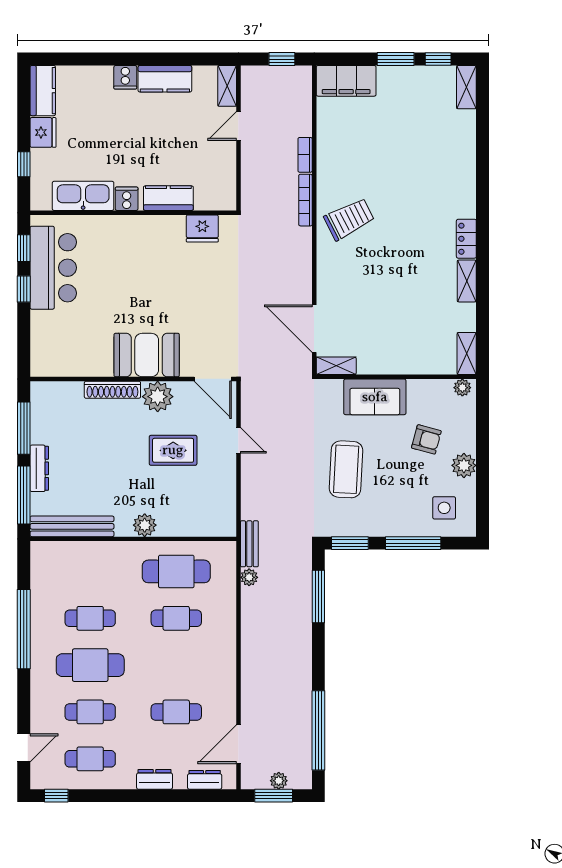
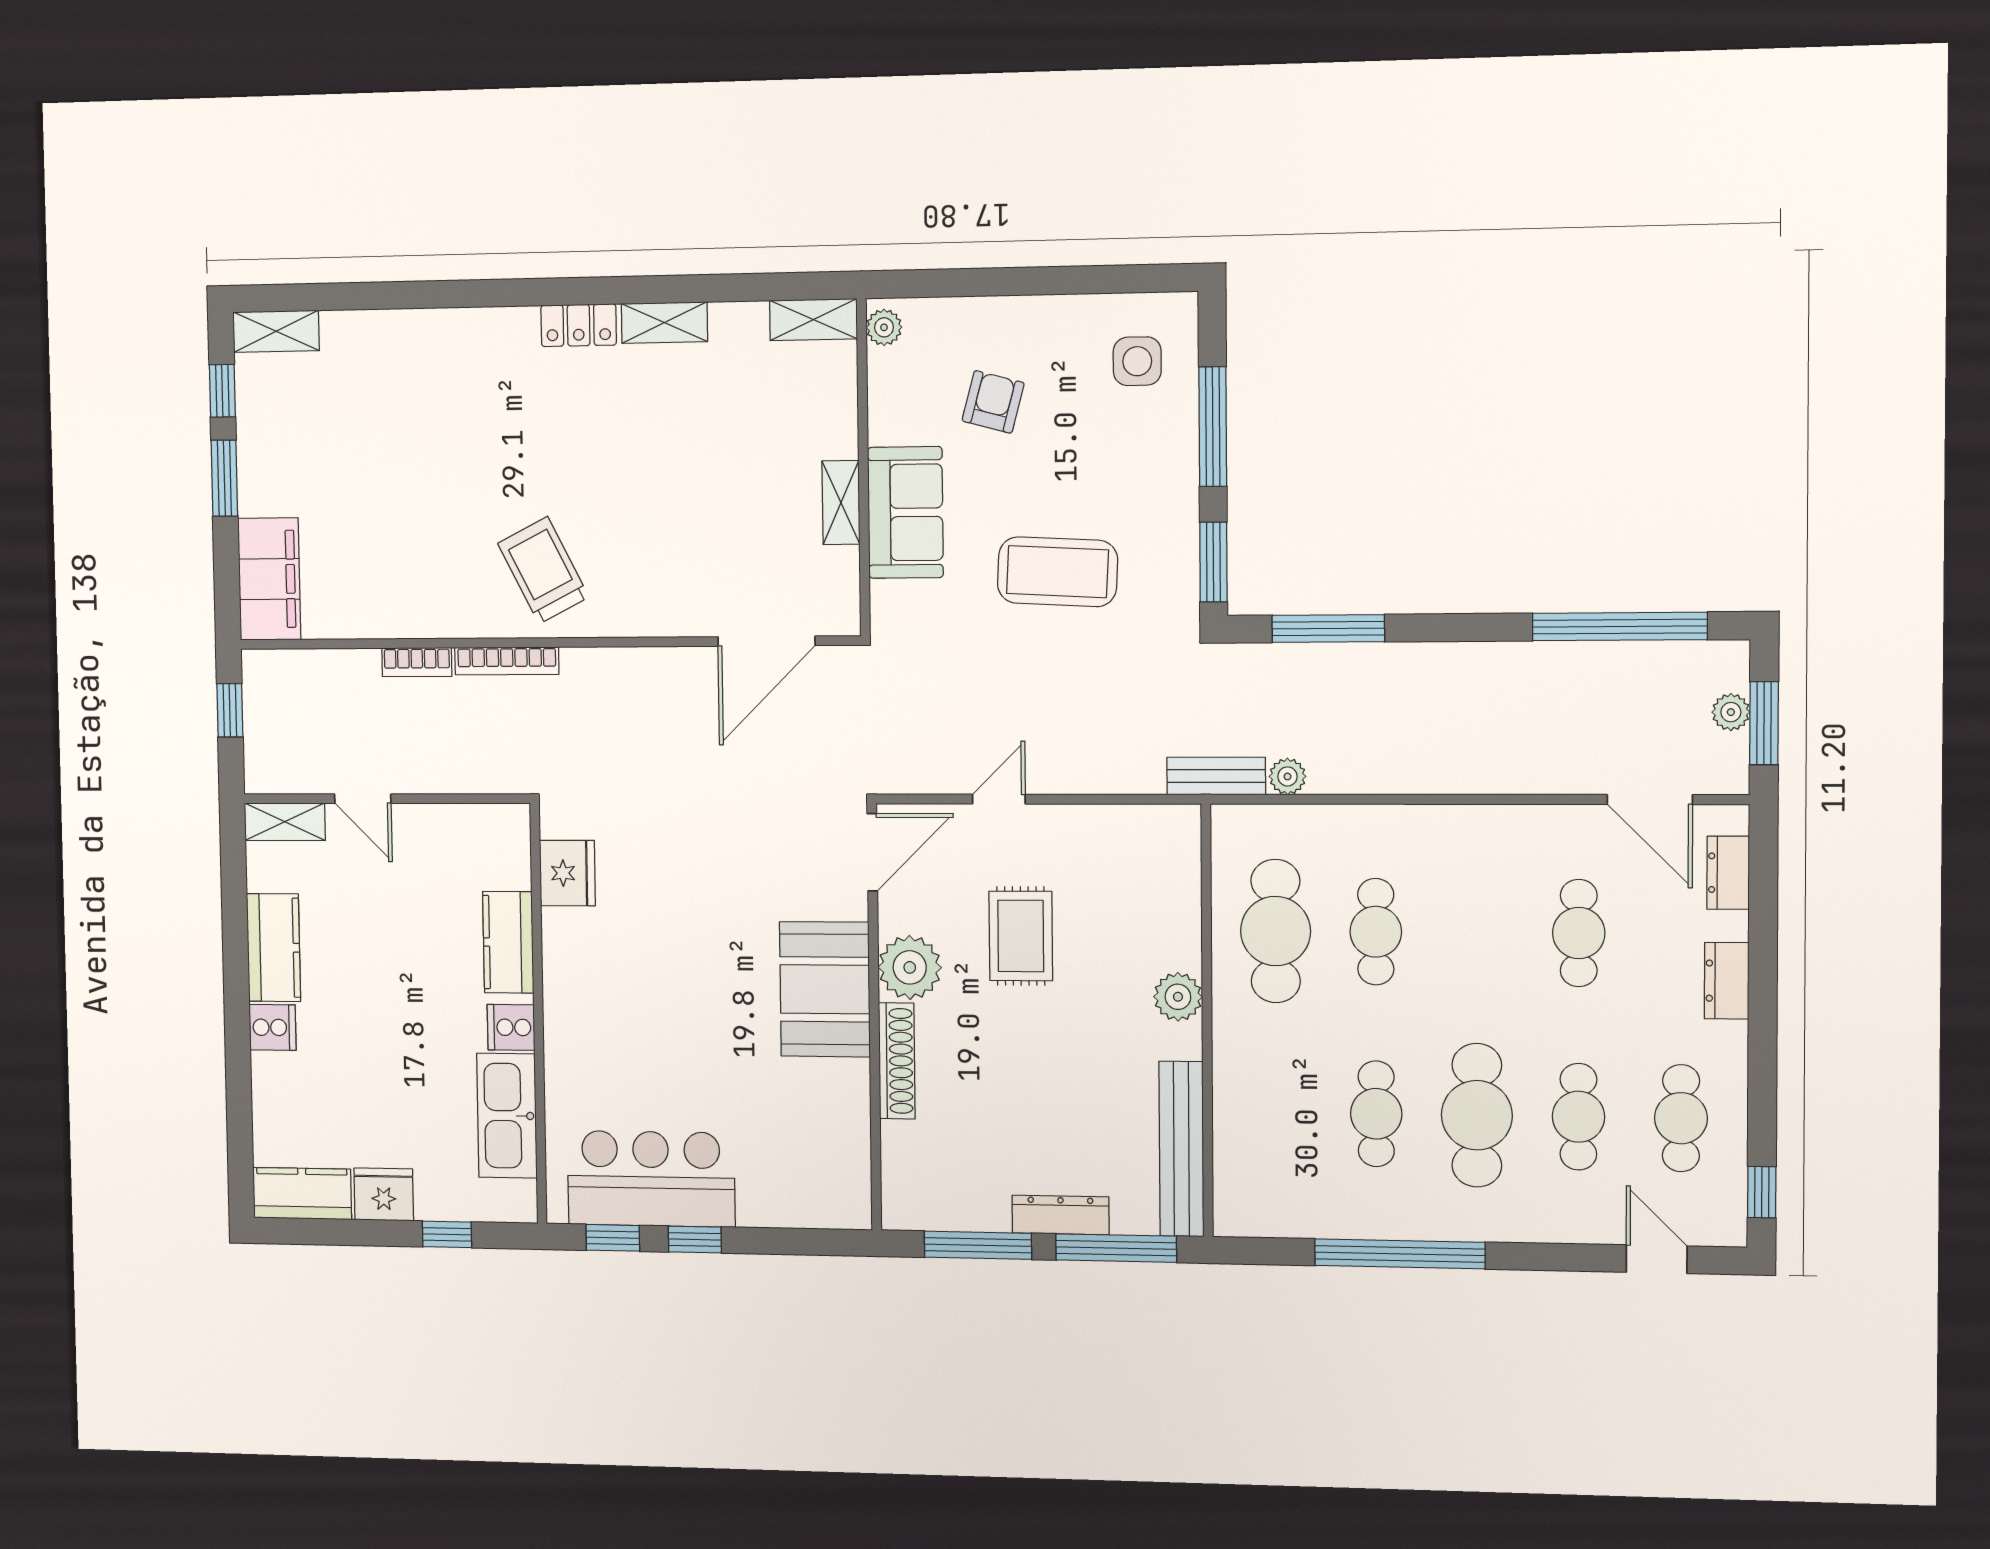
shelving: (336, 366) -> (841, 502), moved
plant: (464, 465) -> (1047, 321), removed

